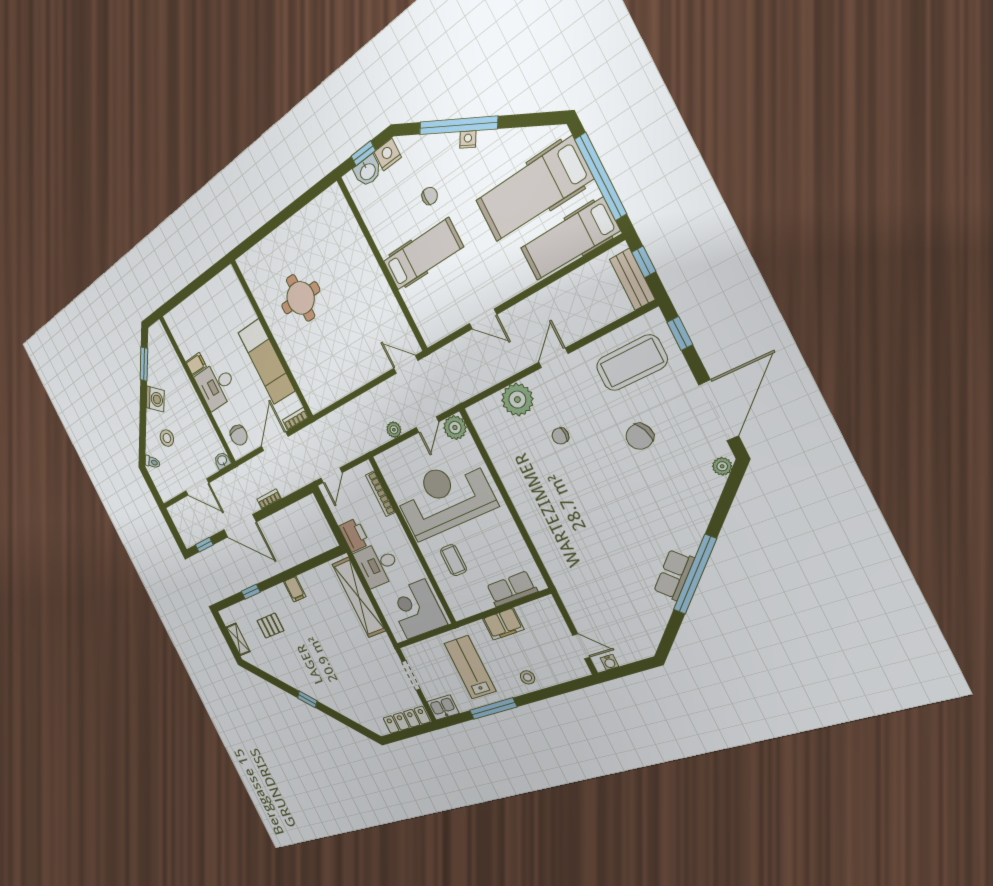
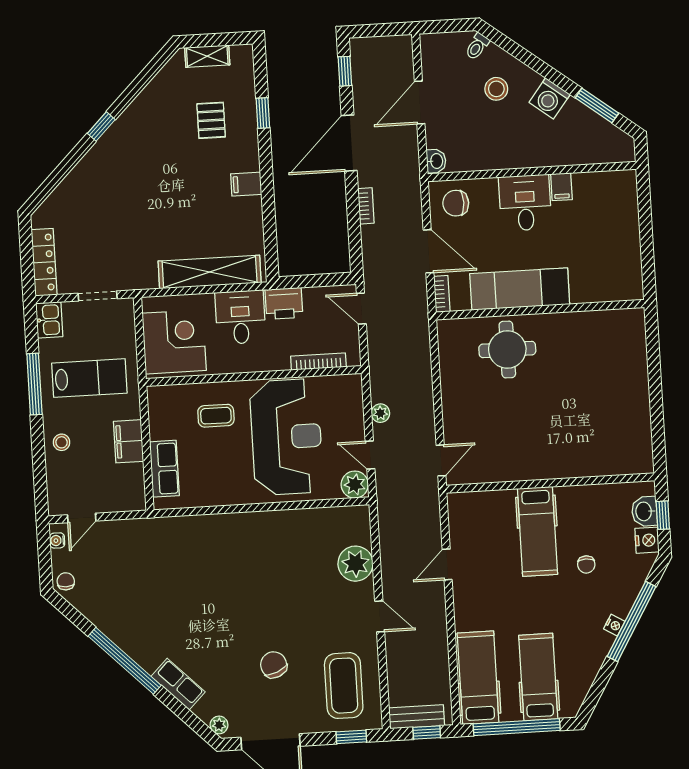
hospital bed: (533, 190) -> (538, 677), width x0.73, depth x0.78
round table: (301, 298) -> (507, 350), moved
chair: (560, 436) -> (66, 581), moved
row of seats: (674, 575) -> (178, 684), moved

